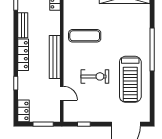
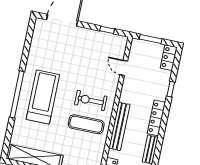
bench: (55, 57) -> (119, 126), moved
exercise bike: (95, 76) -> (91, 100), moved
treadmill: (130, 79) -> (43, 97), moved

